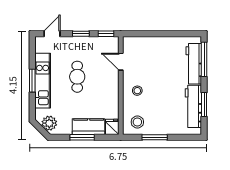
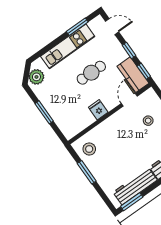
window: (32, 81) -> (77, 27), moved
stool: (137, 91) -> (148, 121), moved
window: (204, 105) -> (132, 202), moved
kitchen counter: (89, 127) -> (133, 75), moved, turned 180
fridge: (112, 127) -> (98, 110), moved, turned -90

